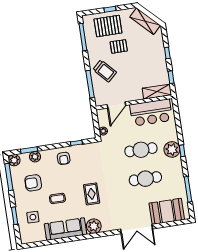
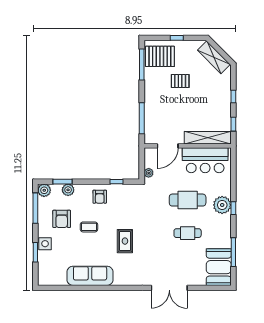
pallet: (108, 26) -> (160, 56), moved
trolley: (105, 71) -> (160, 106), removed
shelving: (157, 92) -> (208, 138), width x1.47
cafe table: (145, 179) -> (188, 233), width x0.73, depth x0.74
armchair: (33, 183) -> (62, 219), turned -90
coffee table: (57, 198) -> (89, 227), moved
booth: (167, 211) -> (219, 267), moved, turned 90
side table: (33, 217) -> (45, 244), moved
plant: (94, 226) -> (122, 277), removed

